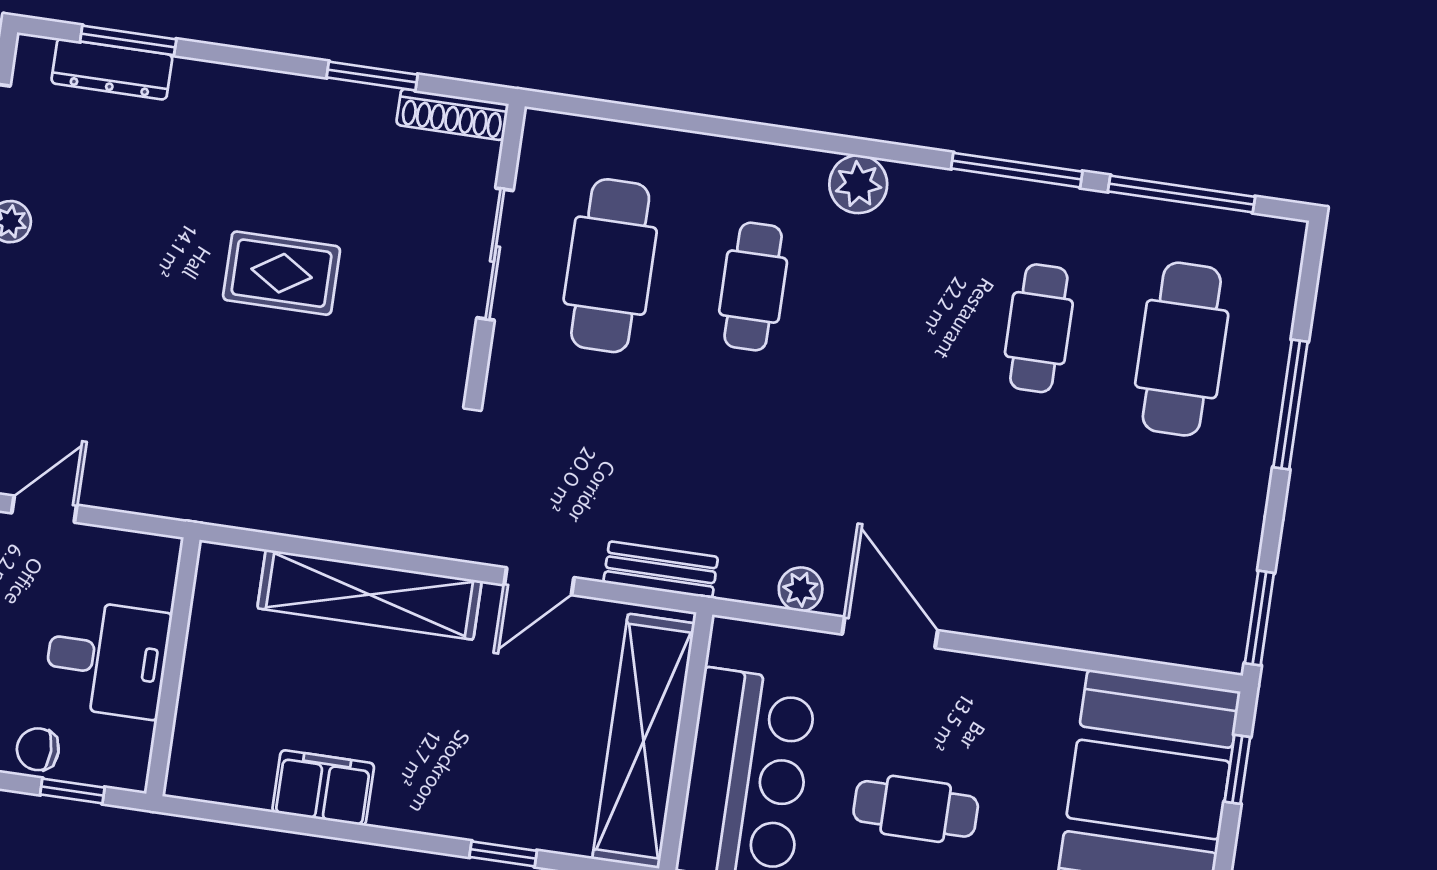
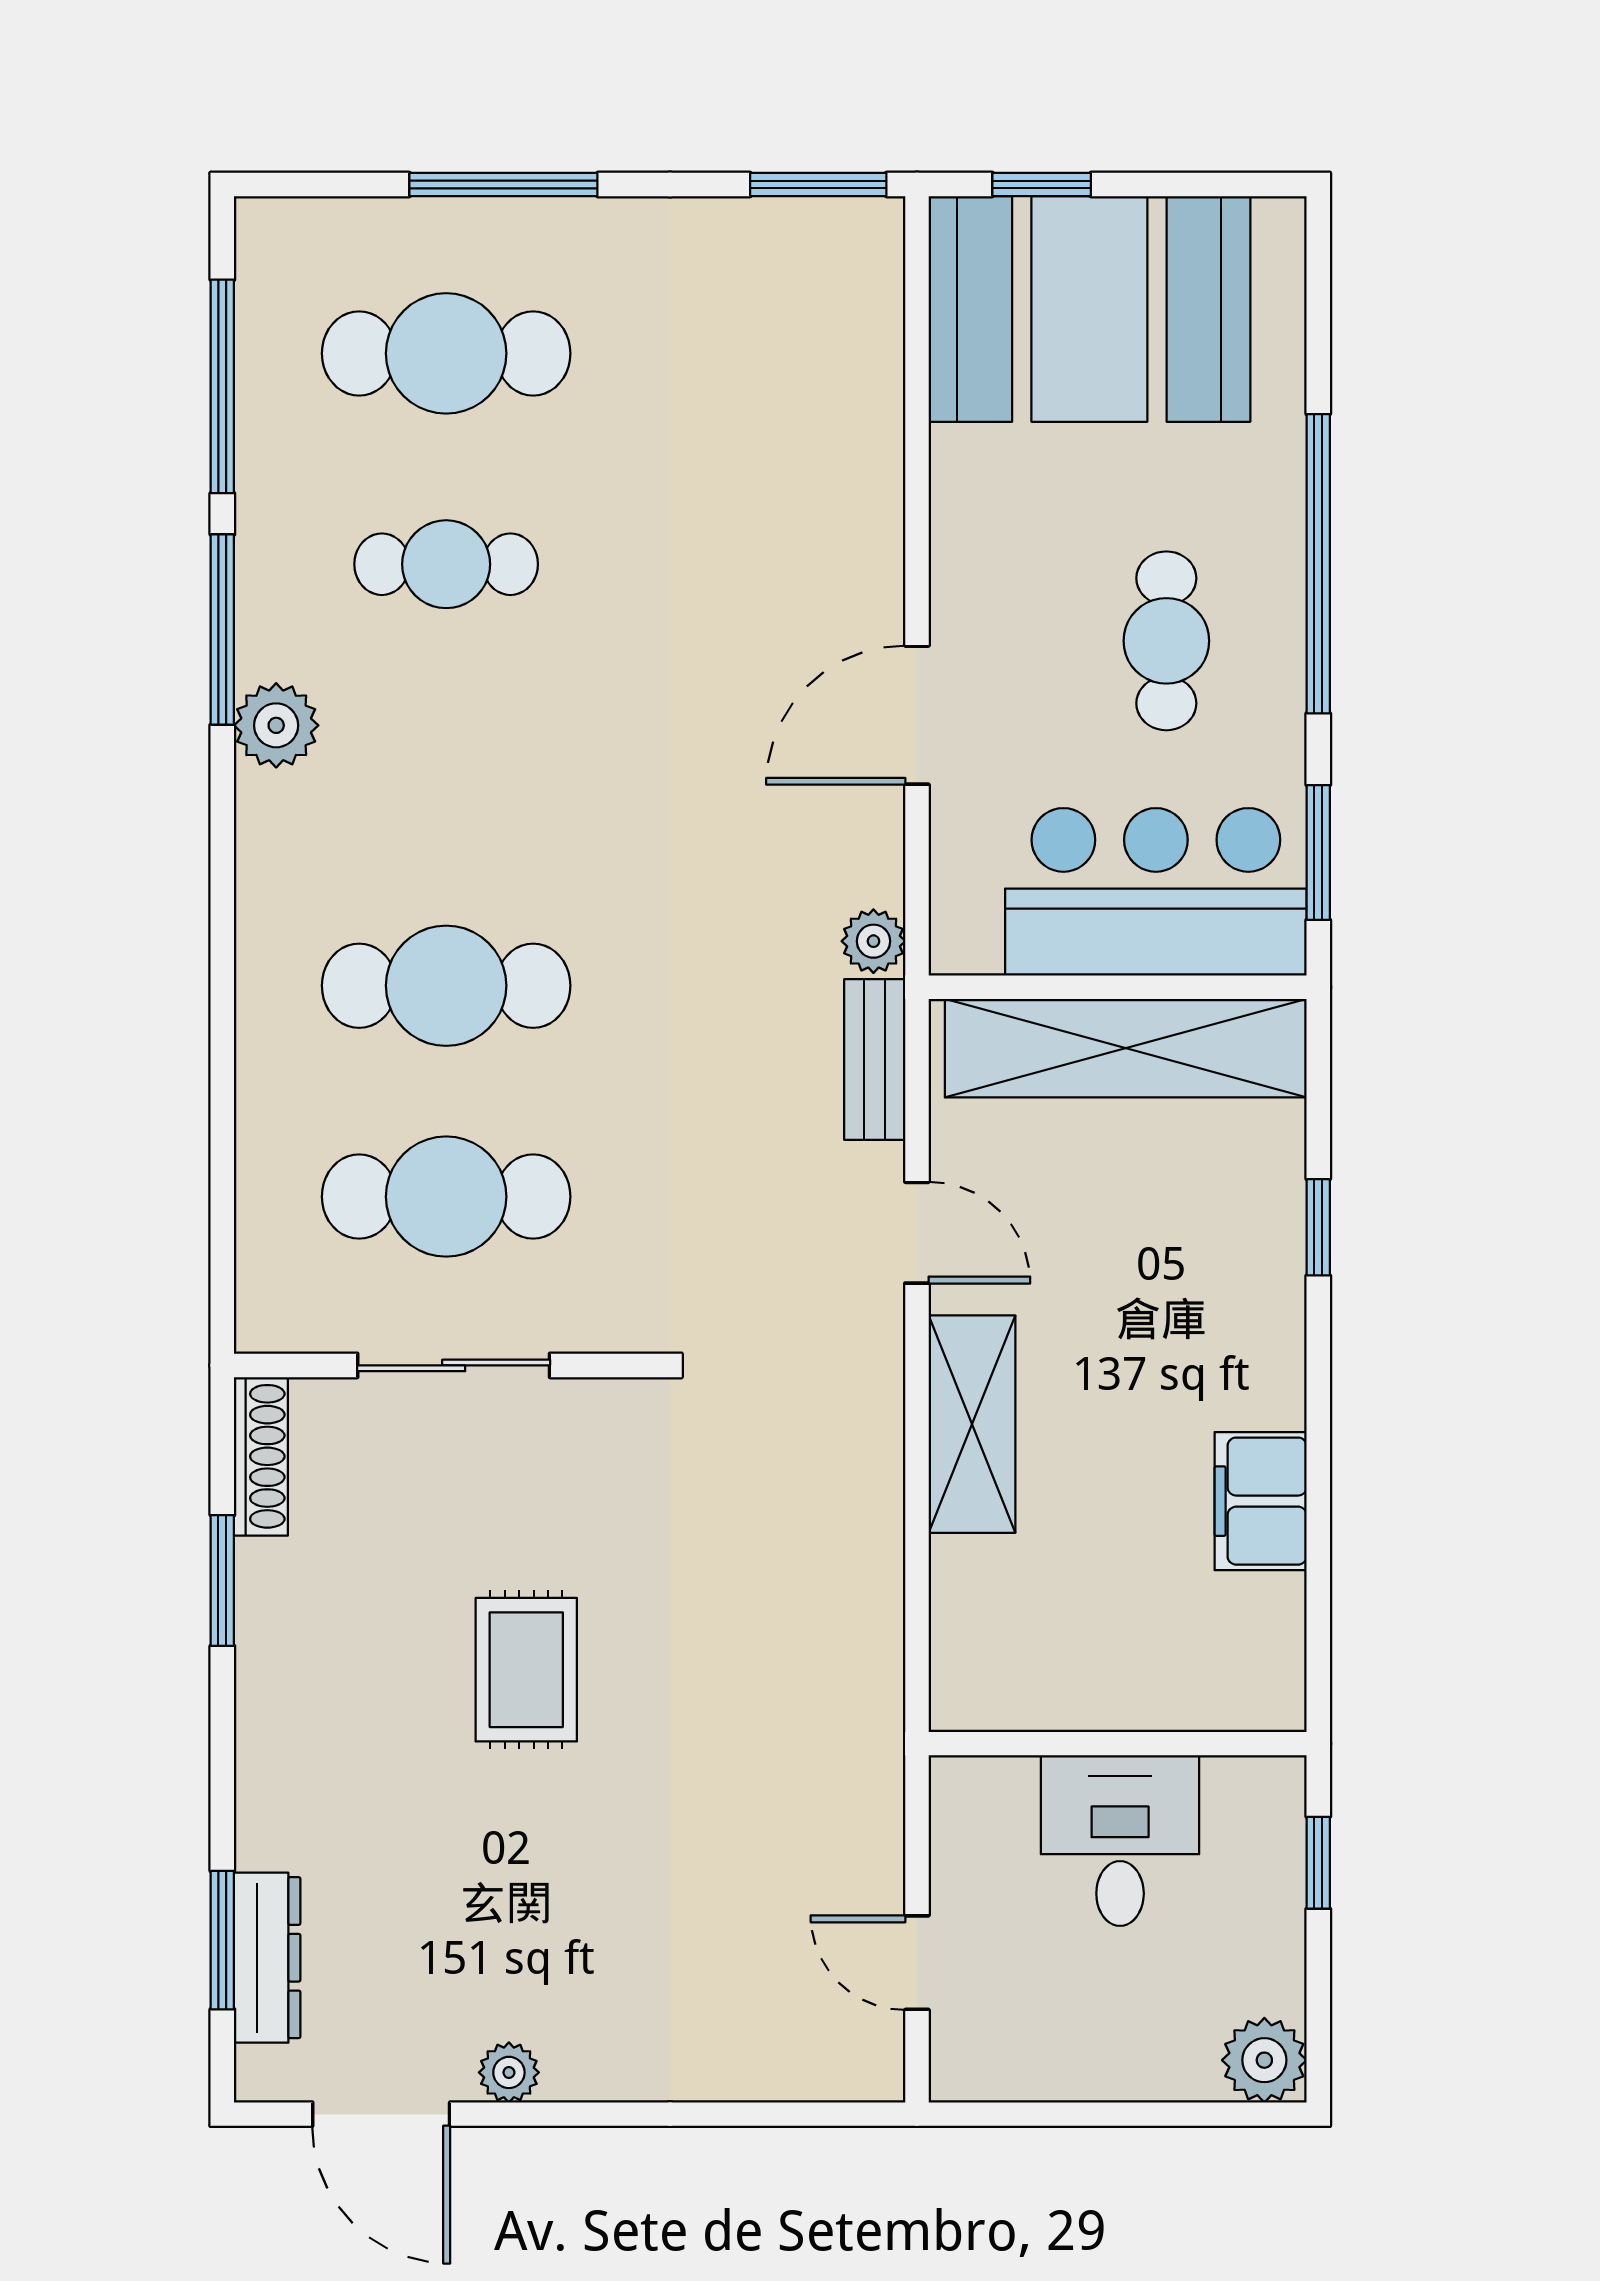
plant: (858, 184) -> (276, 725), moved
cafe table: (753, 287) -> (446, 986), width x1.37, depth x1.35
plant: (801, 589) -> (873, 941), moved
shelving: (370, 595) -> (972, 1424), width x0.68
chair: (38, 749) -> (1265, 1921), removed

